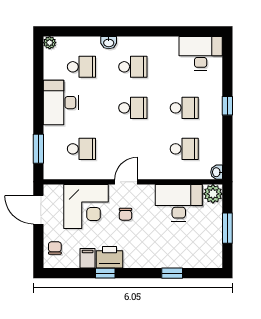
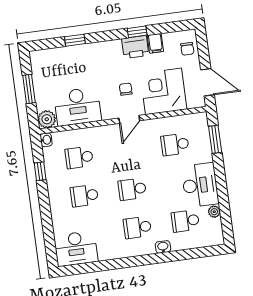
plant: (50, 43) -> (214, 212), moved
window: (227, 106) -> (40, 171), moved

